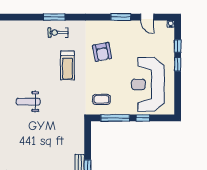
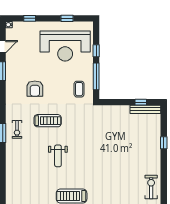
armchair: (102, 52) -> (35, 89), turned 101
window: (178, 65) -> (67, 18), moved
weight bench: (28, 102) -> (58, 156), moved

